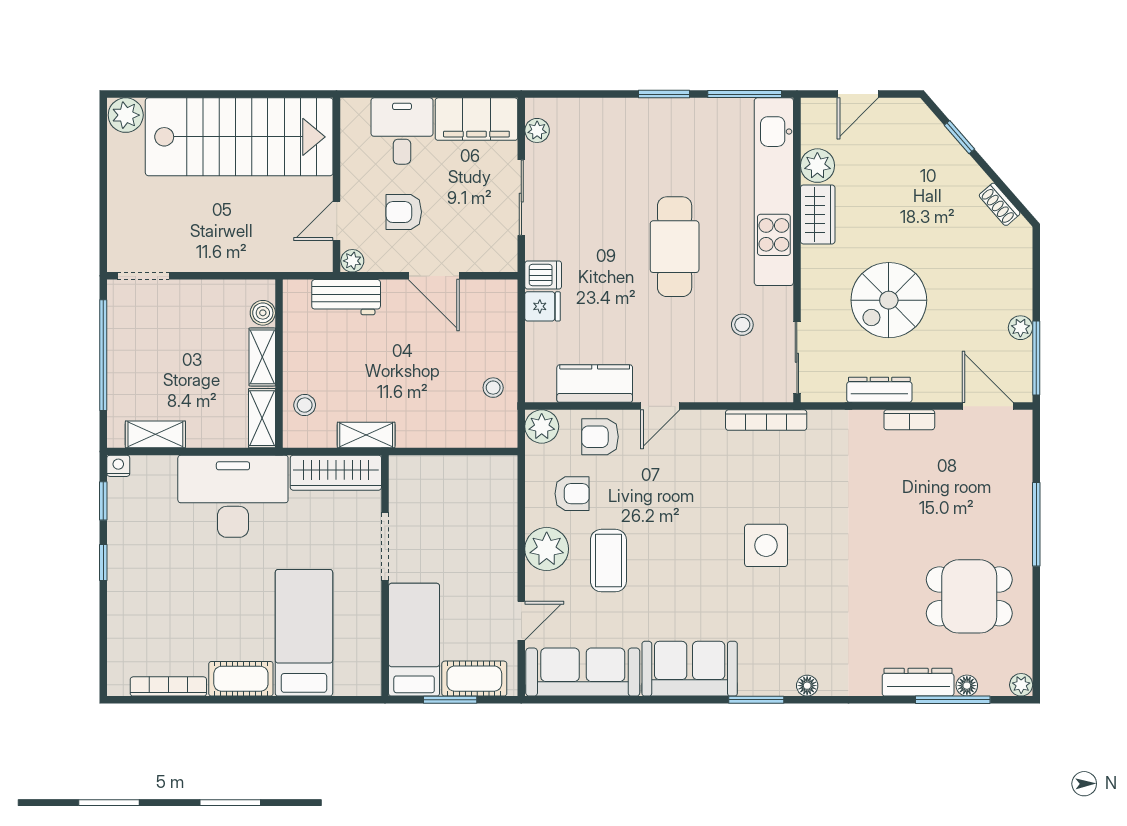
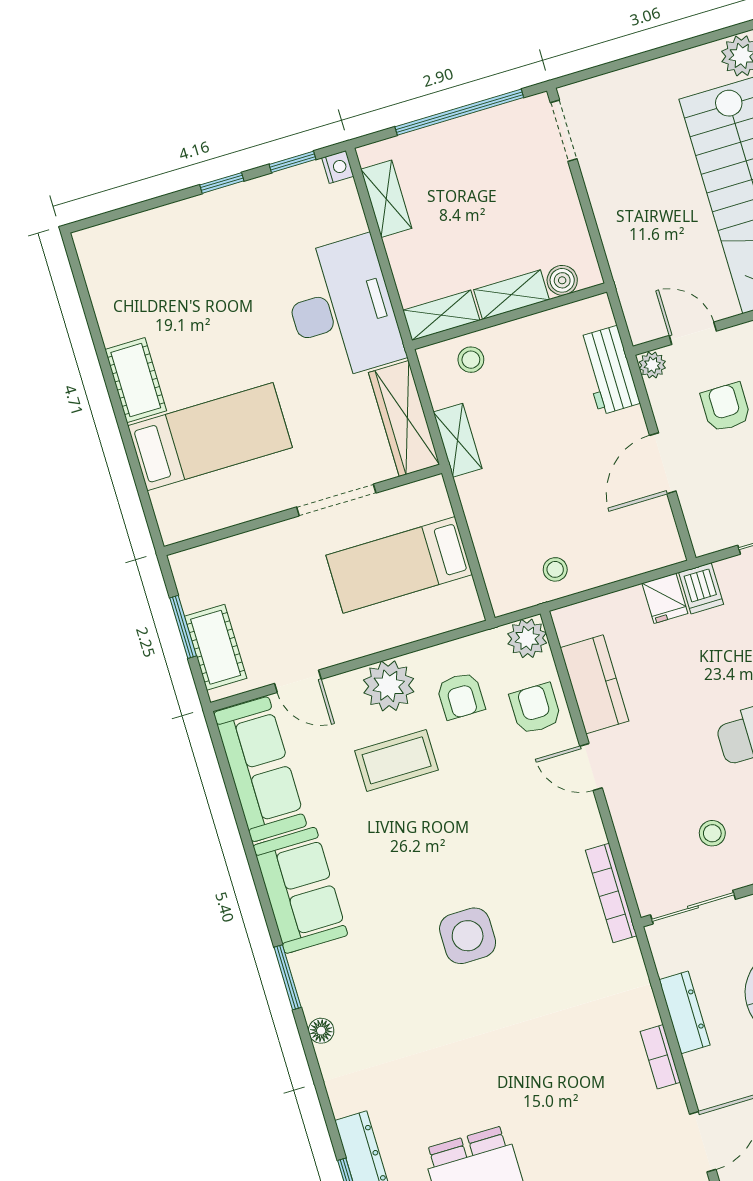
bed: (414, 640) -> (399, 565), moved, turned 180
bookcase: (168, 686) -> (102, 300), removed

